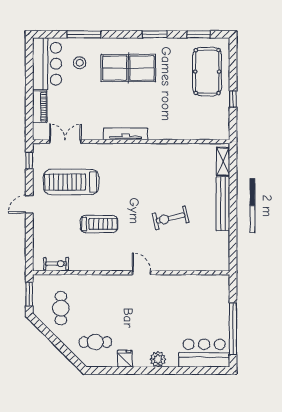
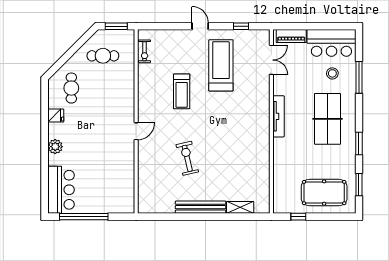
tv unit: (126, 134) -> (278, 116), moved
double door: (65, 142) -> (271, 60), moved
wall: (131, 142) -> (271, 121), moved

